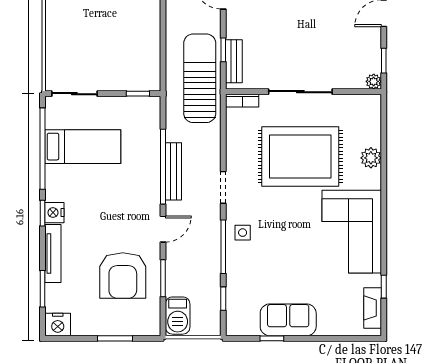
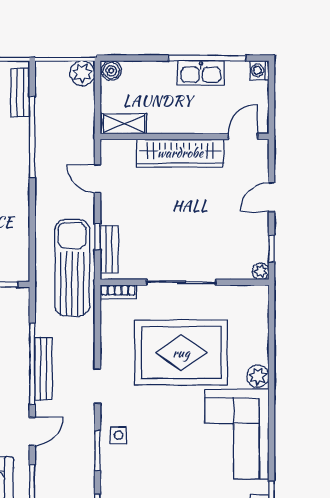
plant: (371, 158) -> (258, 376), moved
window: (223, 247) -> (97, 451), width x0.69

